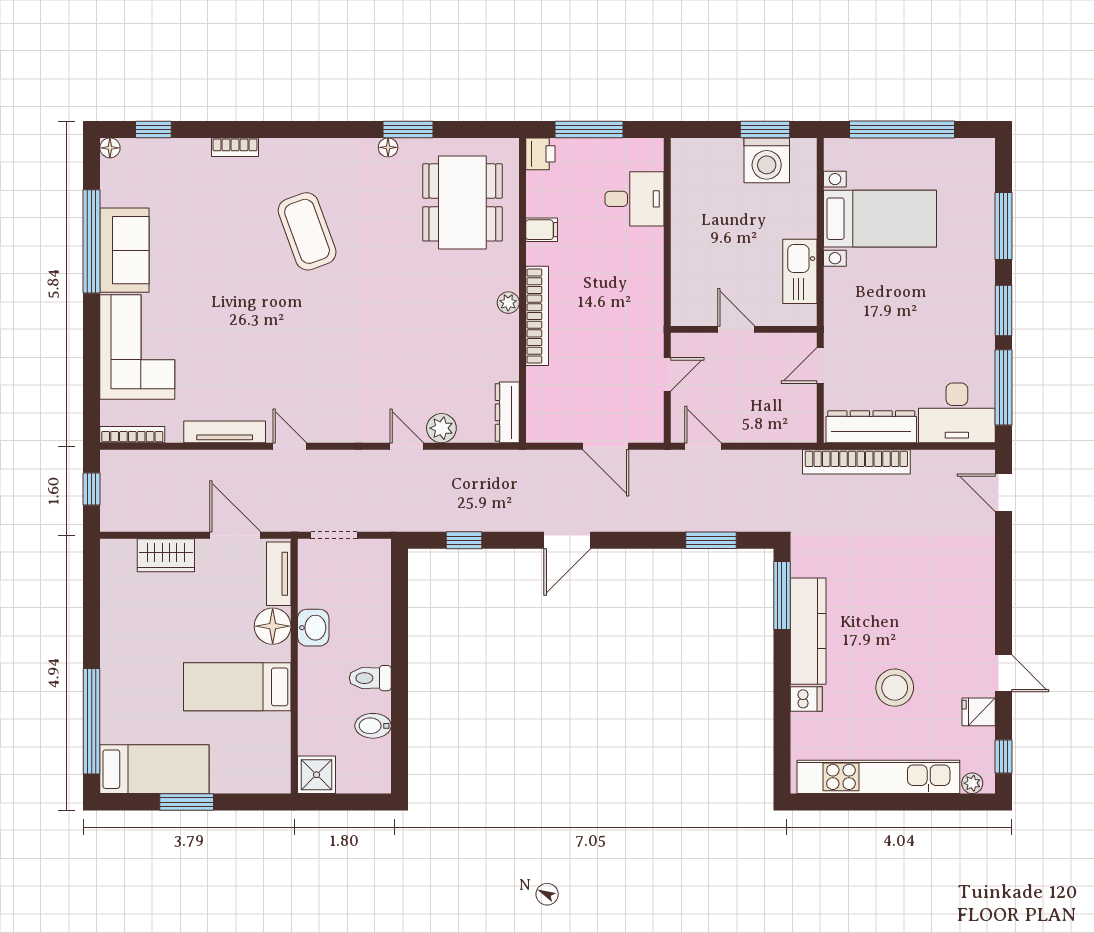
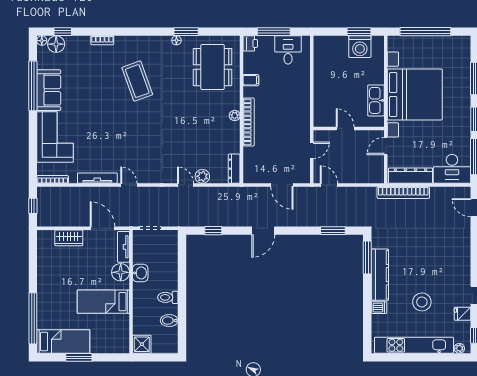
floor lamp: (140, 155) -> (56, 44), added
desk: (634, 199) -> (288, 50), moved, turned -90
bed with nightstands: (880, 219) -> (415, 95), width x1.85

